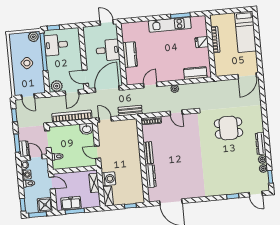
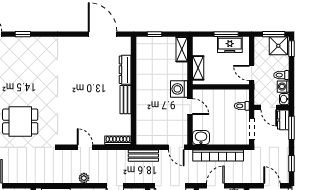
washing machine: (109, 179) -> (179, 89), moved
shower: (45, 205) -> (278, 46), moved

